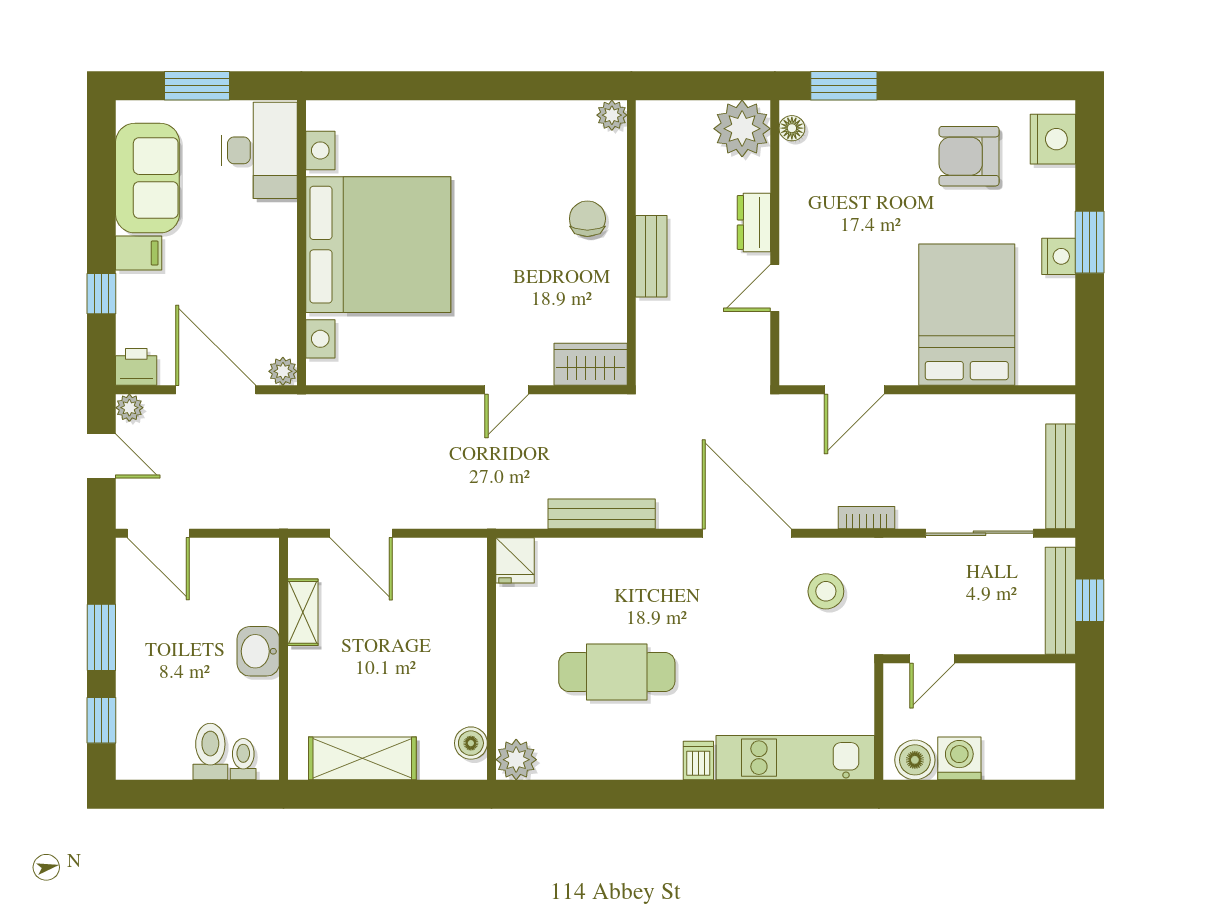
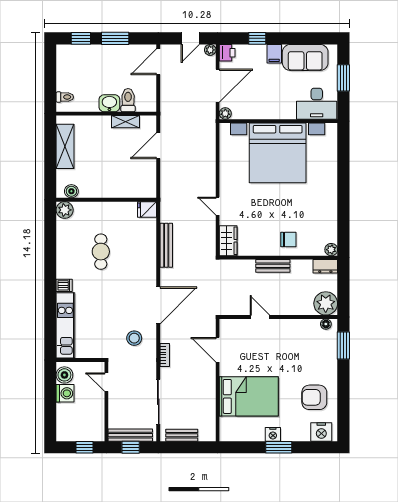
armchair: (969, 156) -> (314, 397), turned -90
dresser: (754, 222) -> (325, 266), moved, turned 180
bench: (1061, 476) -> (182, 435), width x0.73
cafe table: (617, 672) -> (101, 252), width x0.73, depth x0.74
window: (1090, 711) -> (85, 447), added
toilet: (210, 751) -> (128, 100), moved, turned -90

